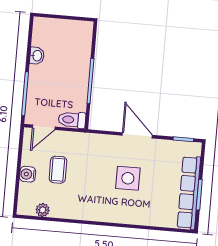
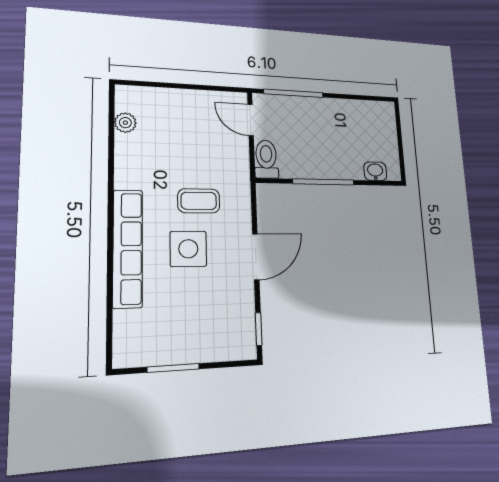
washbasin: (37, 56) -> (375, 171), moved, turned 180
coffee table: (58, 170) -> (199, 201), moved
water cooler: (28, 174) -> (179, 99), removed
row of seats: (189, 193) -> (128, 248), moved, turned 90

